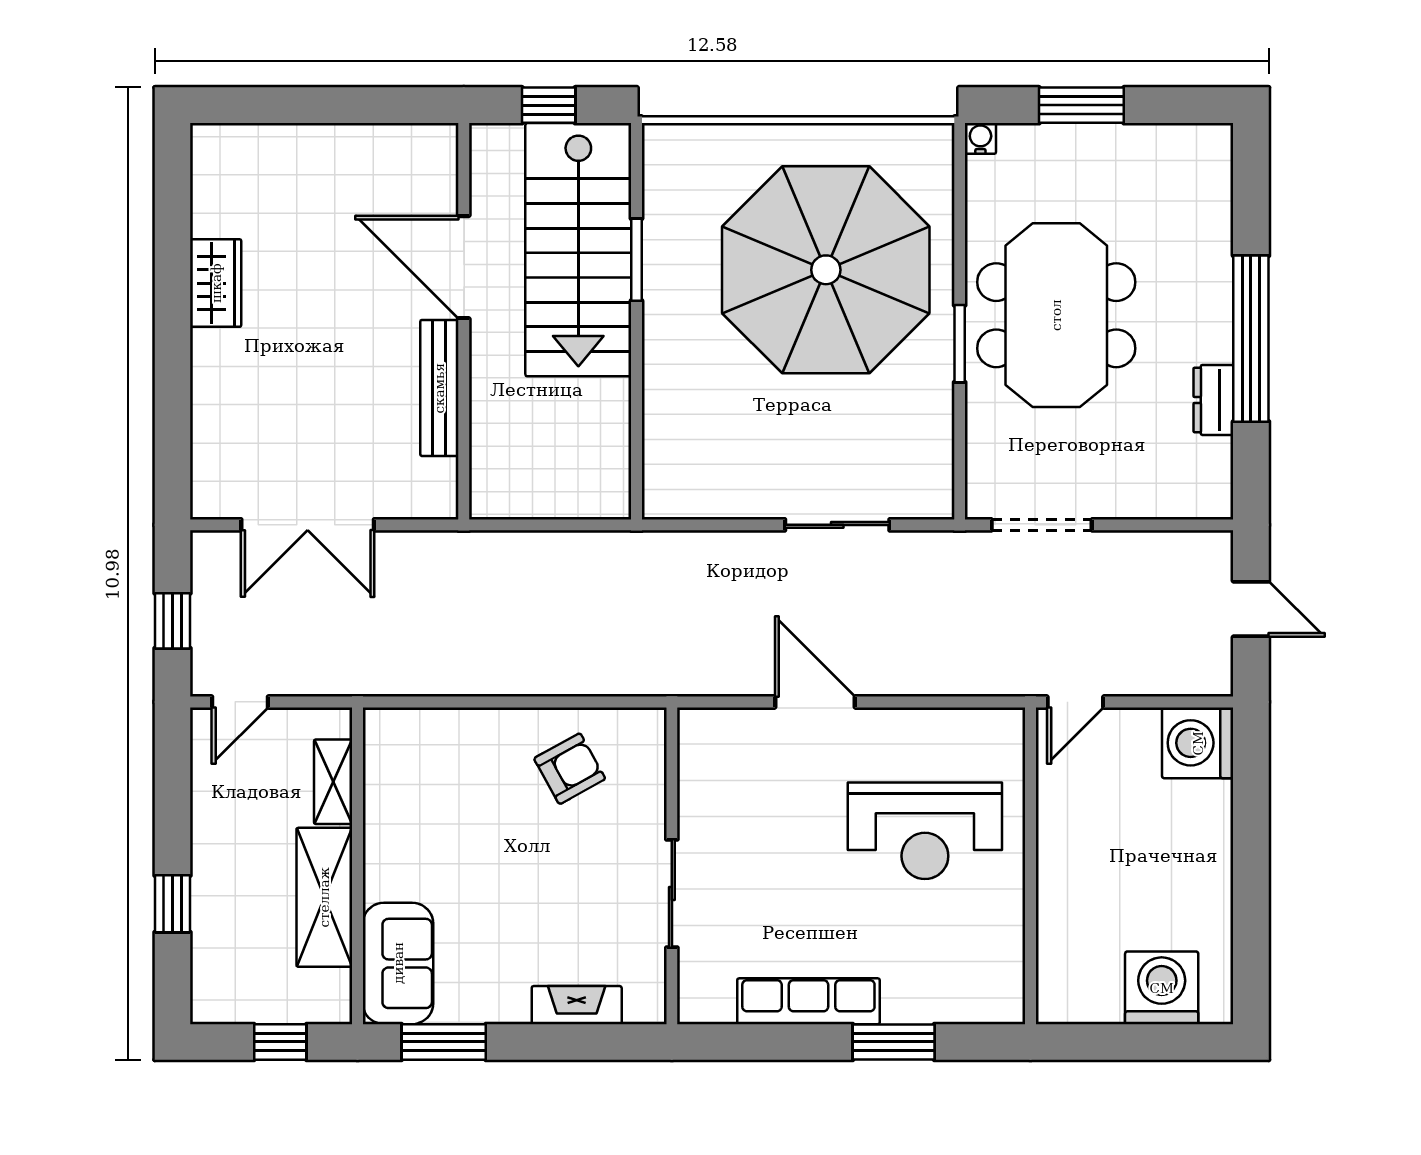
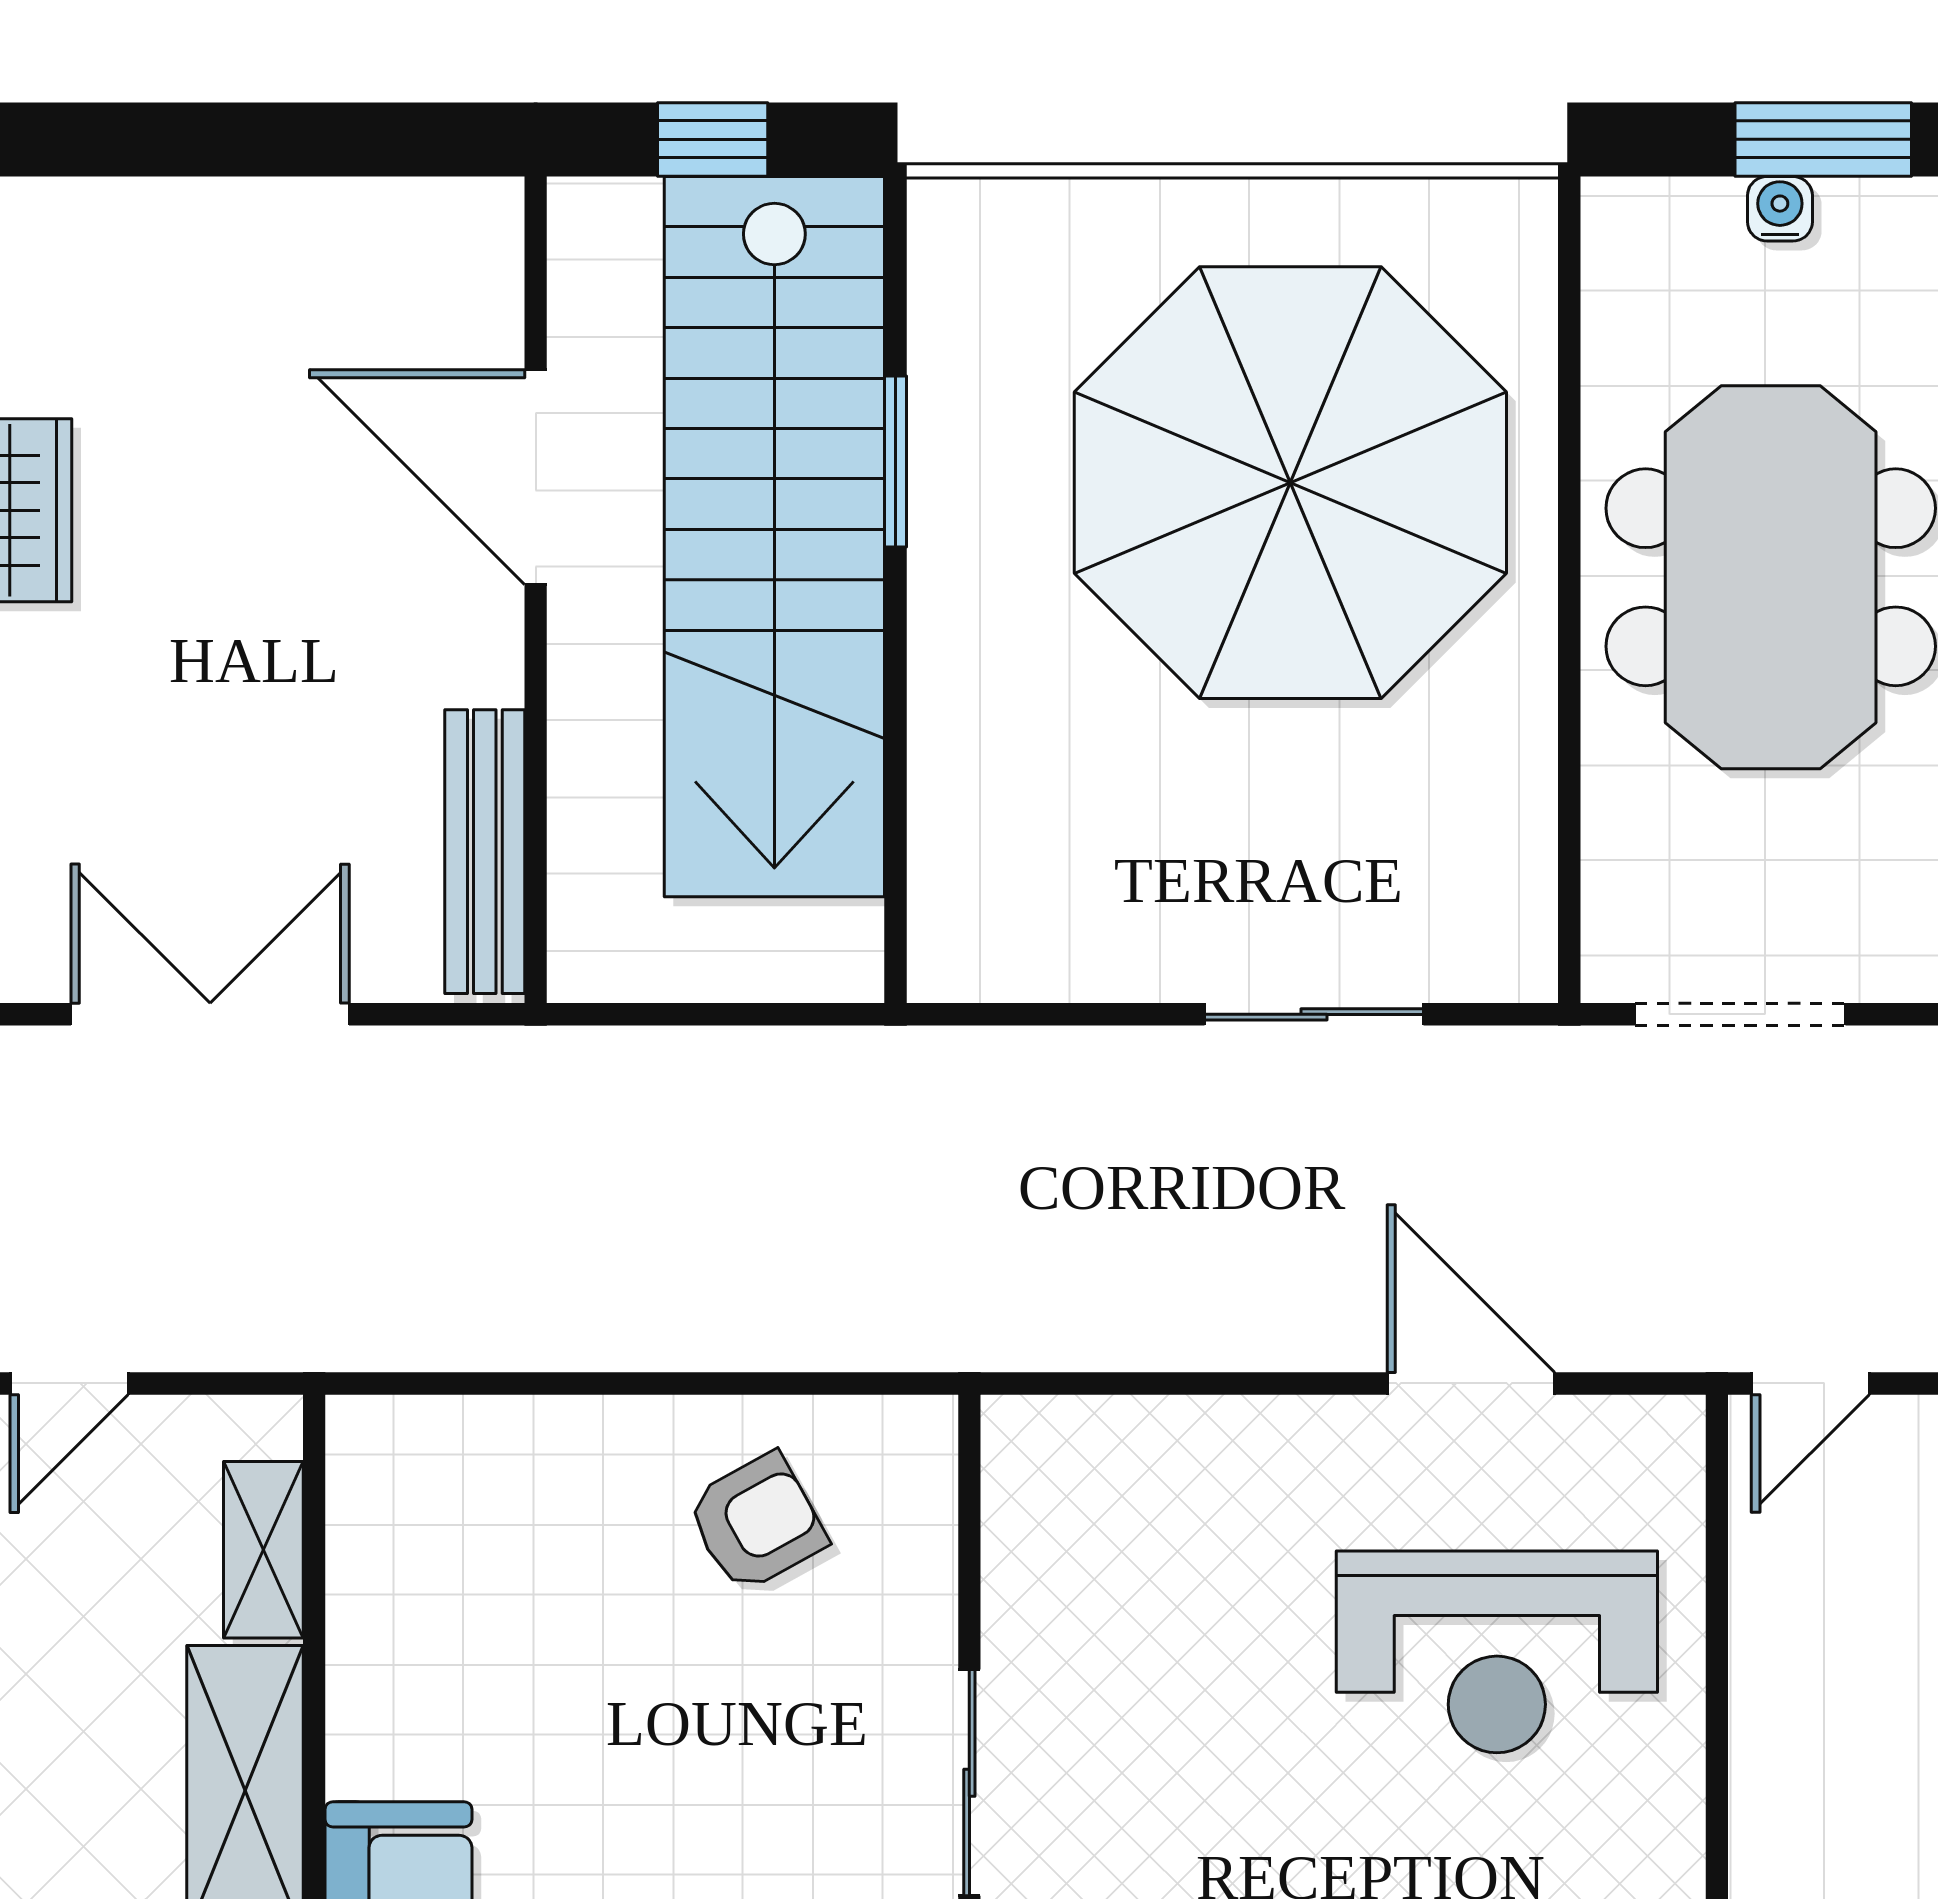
water cooler: (980, 138) -> (1780, 209), moved
stairs: (578, 250) -> (774, 537), width x1.36
window: (960, 344) -> (1569, 637), removed
bench: (439, 388) -> (485, 852), moved
double door: (308, 525) -> (210, 1014), swing flipped
door: (815, 702) -> (1471, 1383), moved

